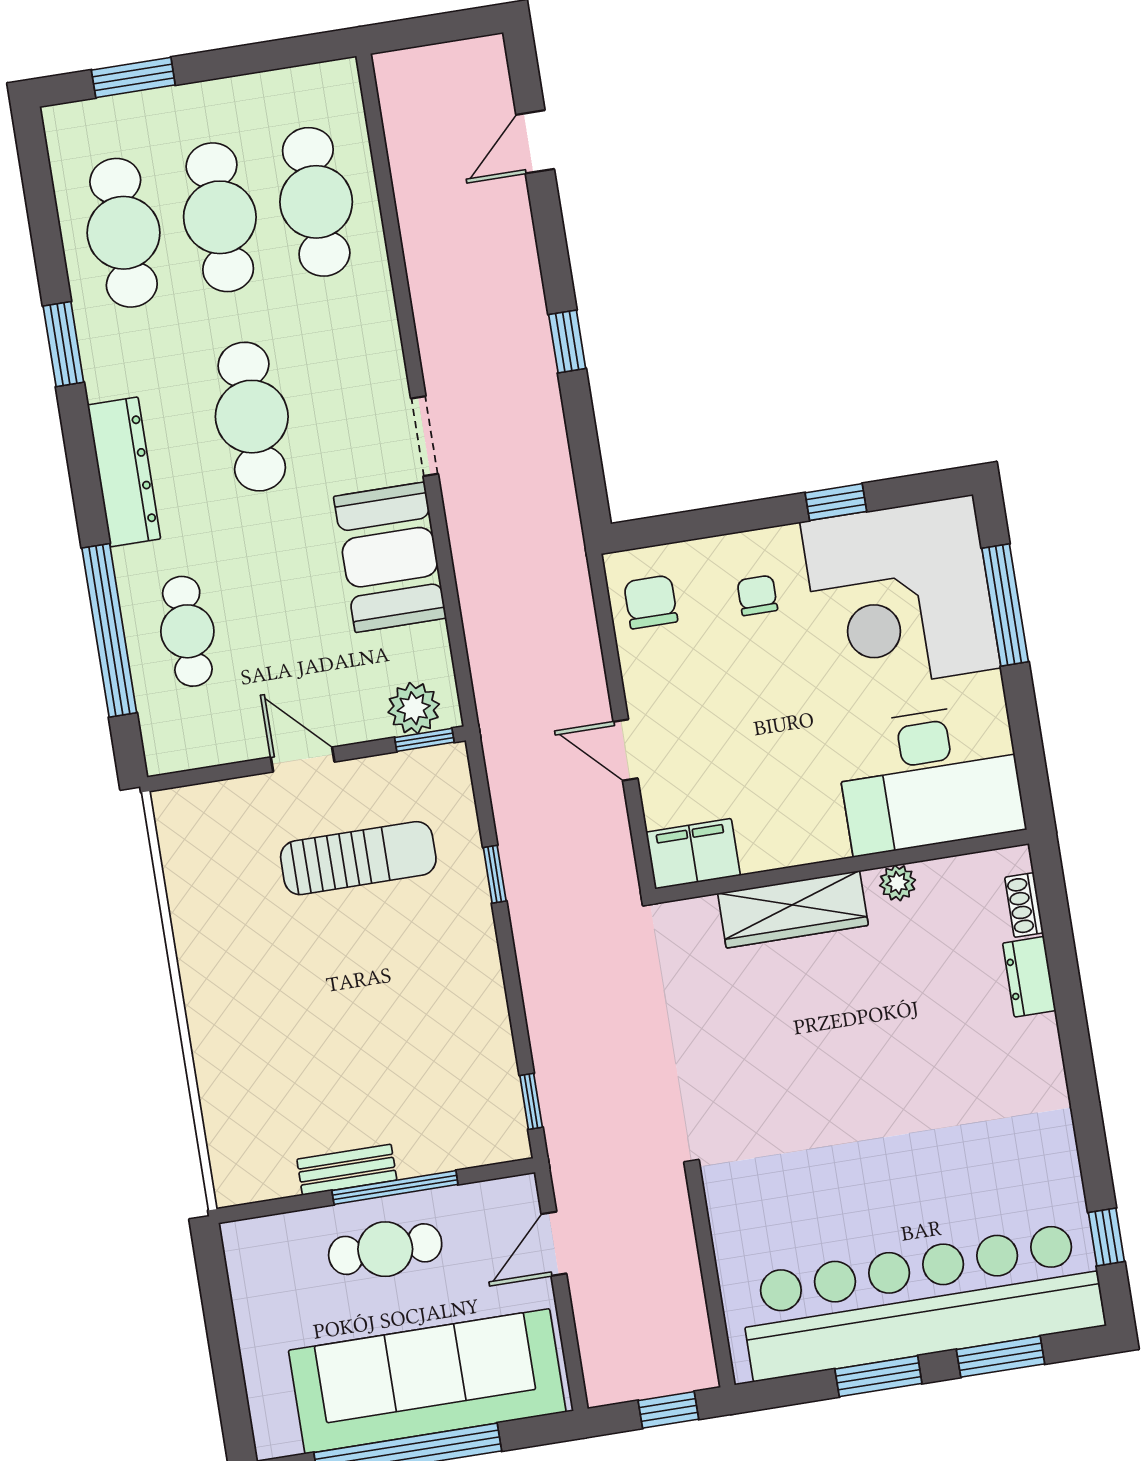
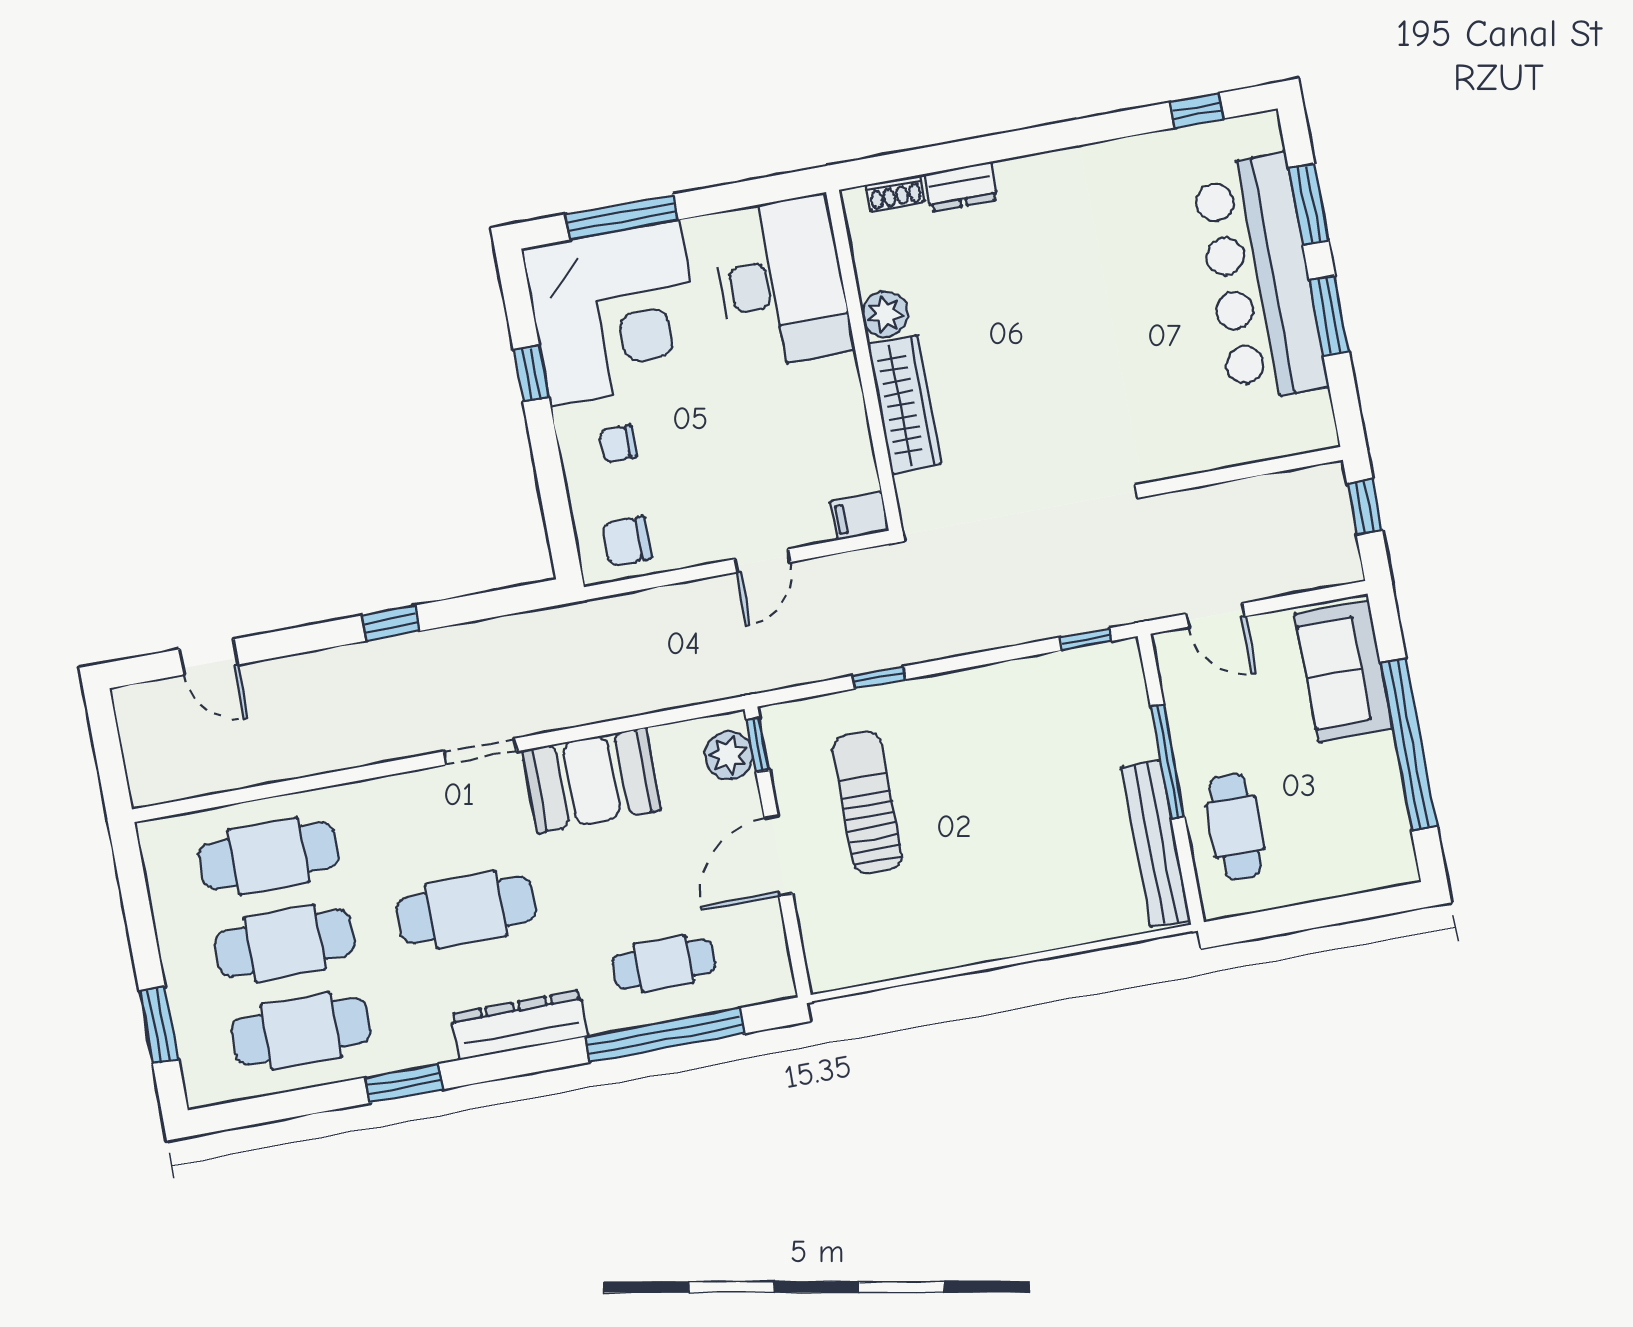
door: (303, 759) -> (778, 856), width x1.38
filing cabinet: (693, 854) -> (859, 516), width x0.50
plant: (898, 883) -> (885, 314), width x1.38, depth x1.38
bench: (347, 1170) -> (1156, 844), width x1.86, depth x1.21
cafe table: (385, 1249) -> (1235, 827), moved
bar counter: (921, 1301) -> (1260, 278), width x0.73
sofa: (427, 1381) -> (1344, 671), width x0.54, depth x0.79

